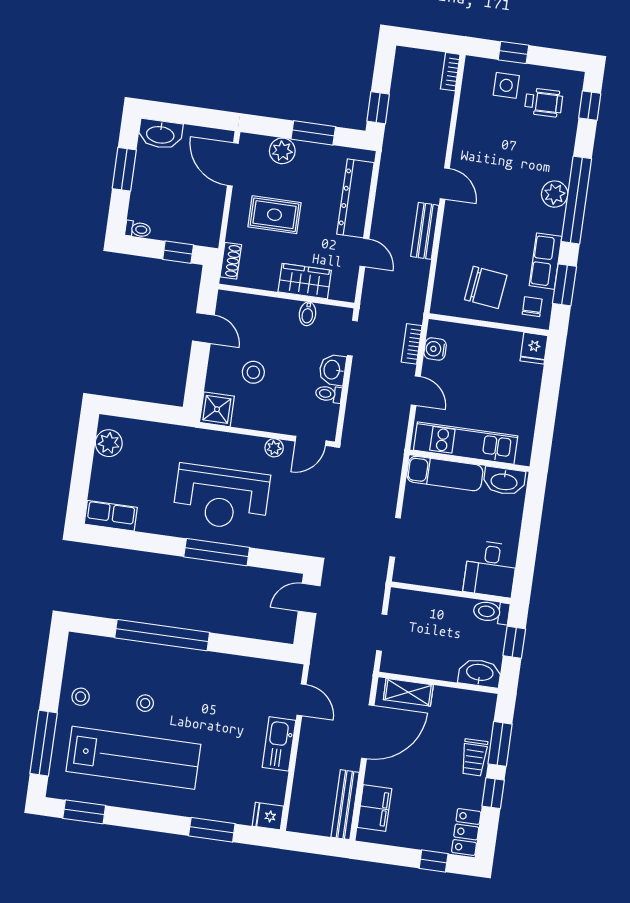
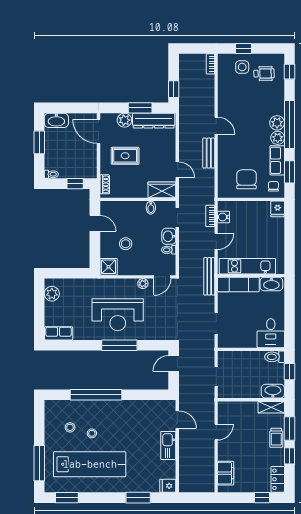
dresser: (355, 198) -> (154, 121), moved, turned -90
plant: (552, 221) -> (278, 138), added
wardrobe: (305, 281) -> (162, 190), moved
chair: (486, 287) -> (246, 179), turned -97
door: (416, 391) -> (216, 241), hinge flipped
shelving: (408, 692) -> (271, 407), moved
stool: (81, 697) -> (70, 427), moved
door: (368, 732) -> (216, 432), width x0.53
bench: (345, 805) -> (209, 276), moved

